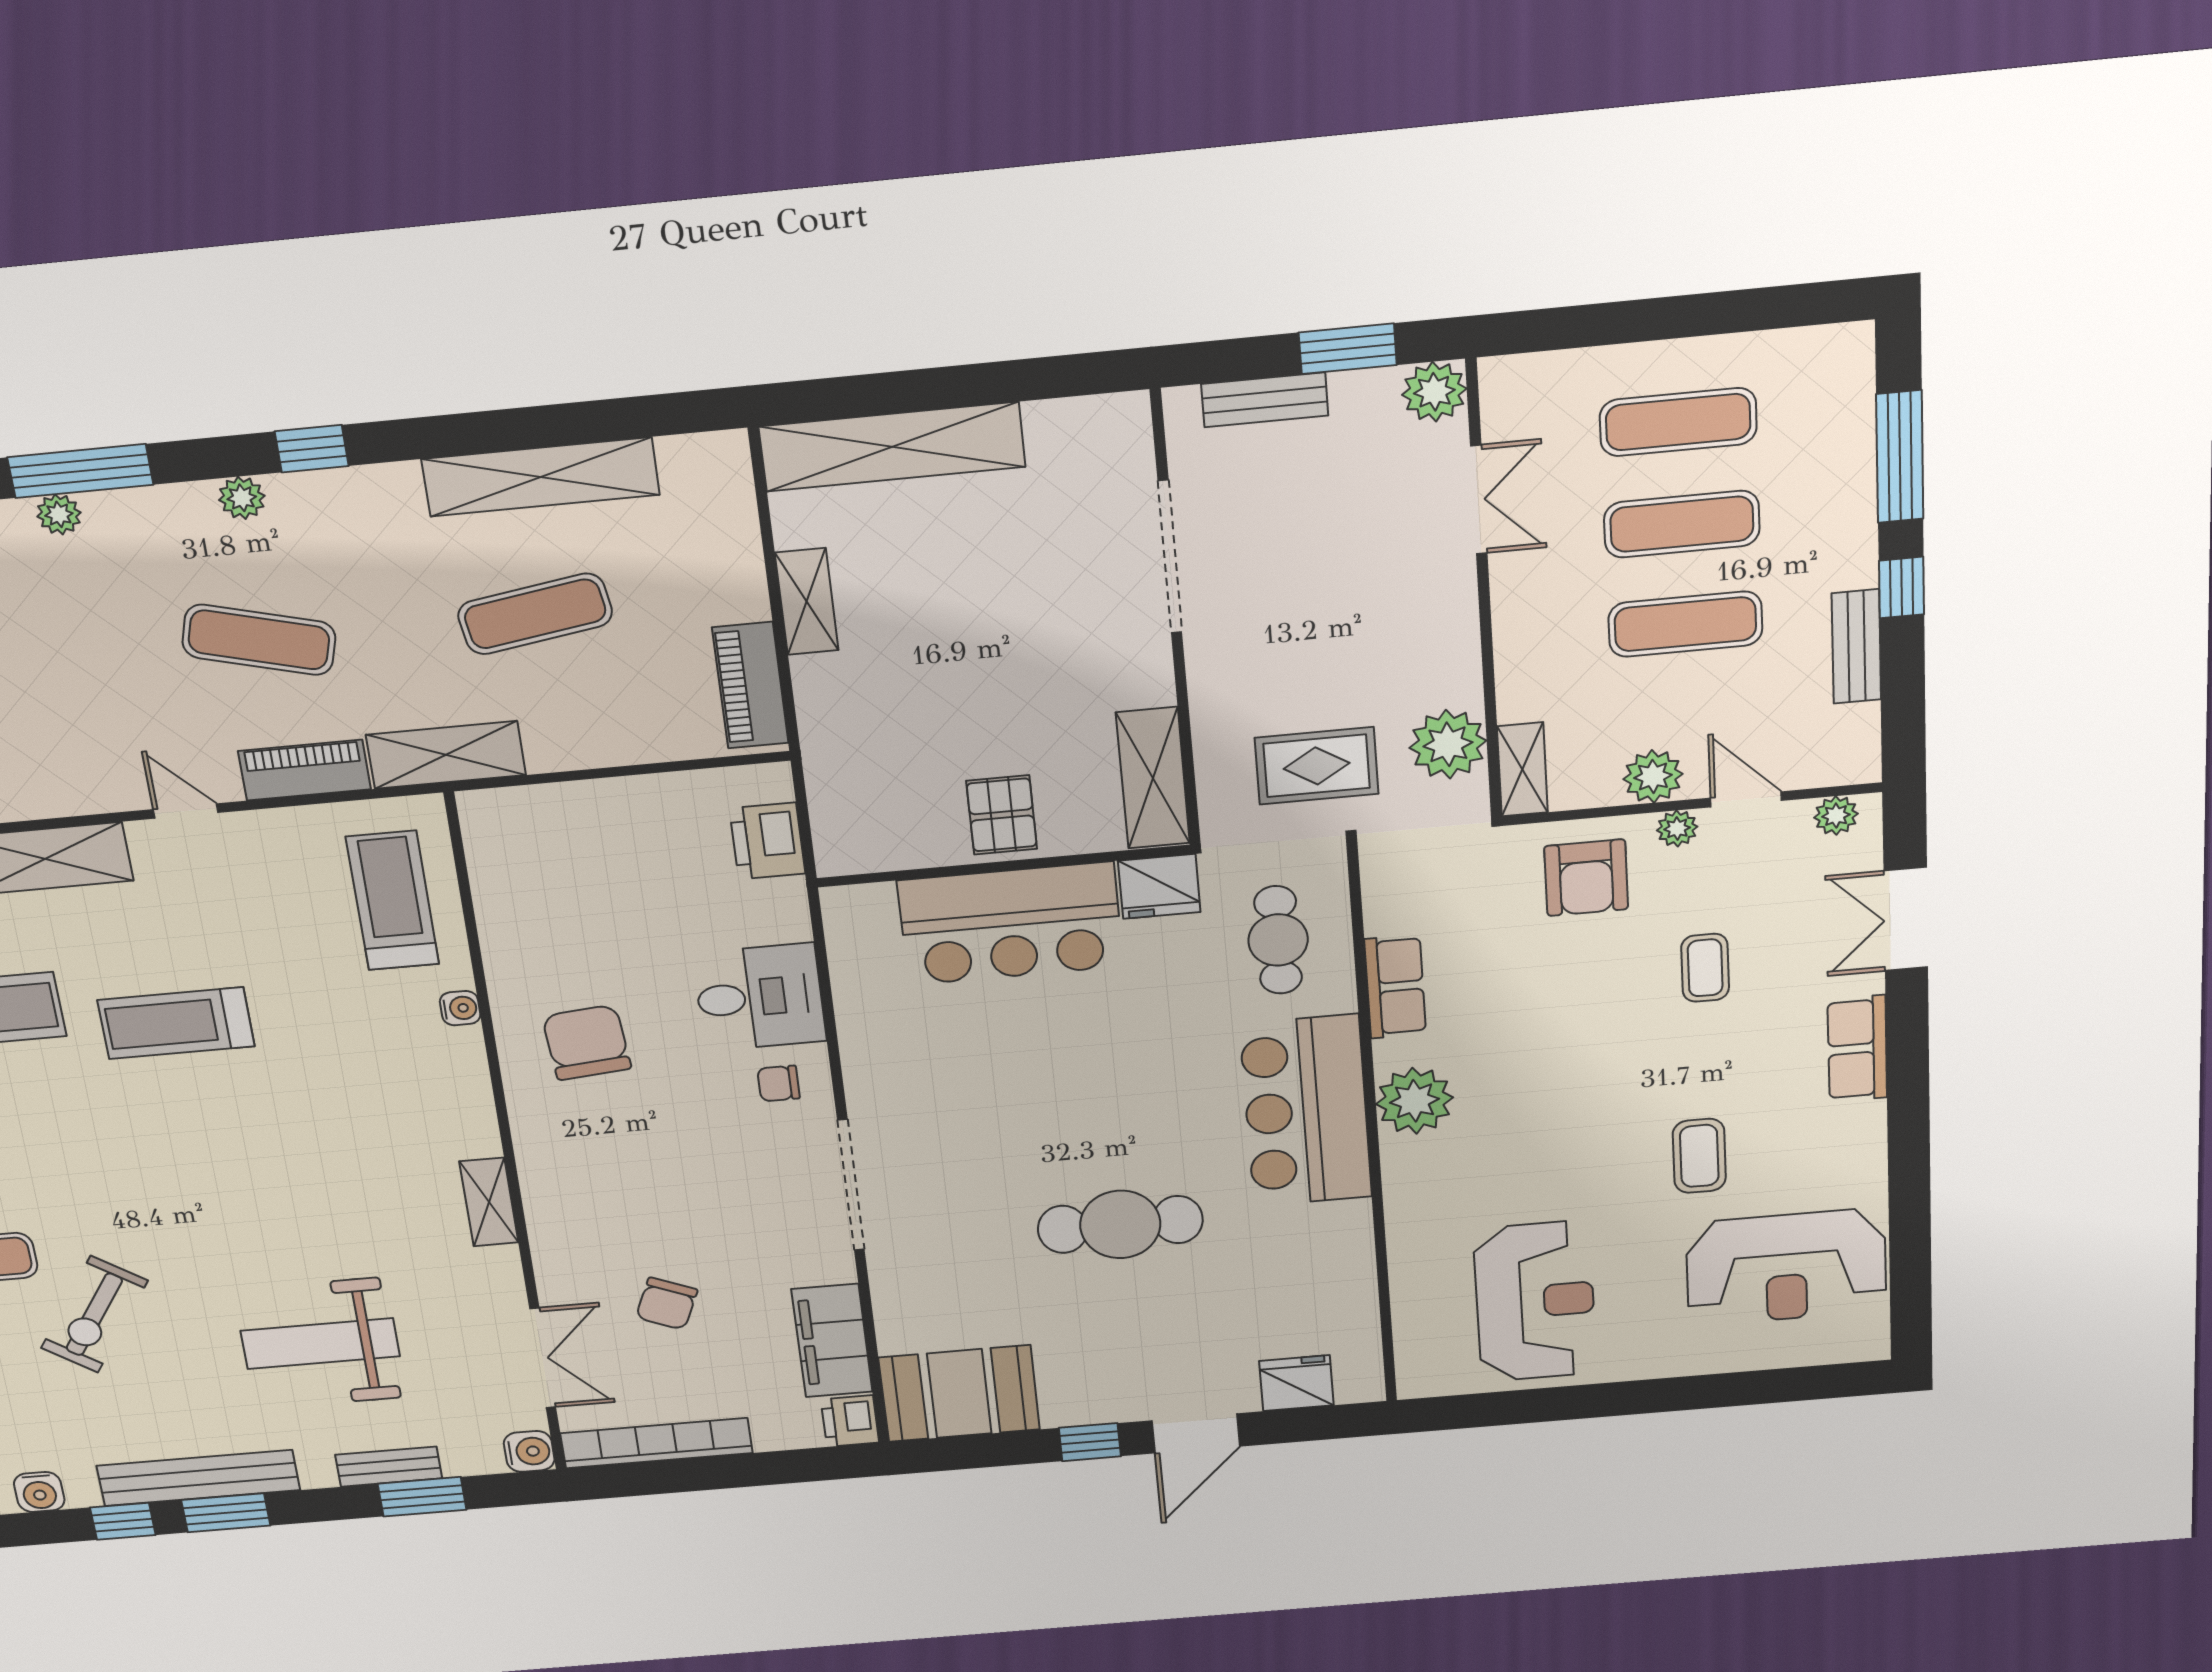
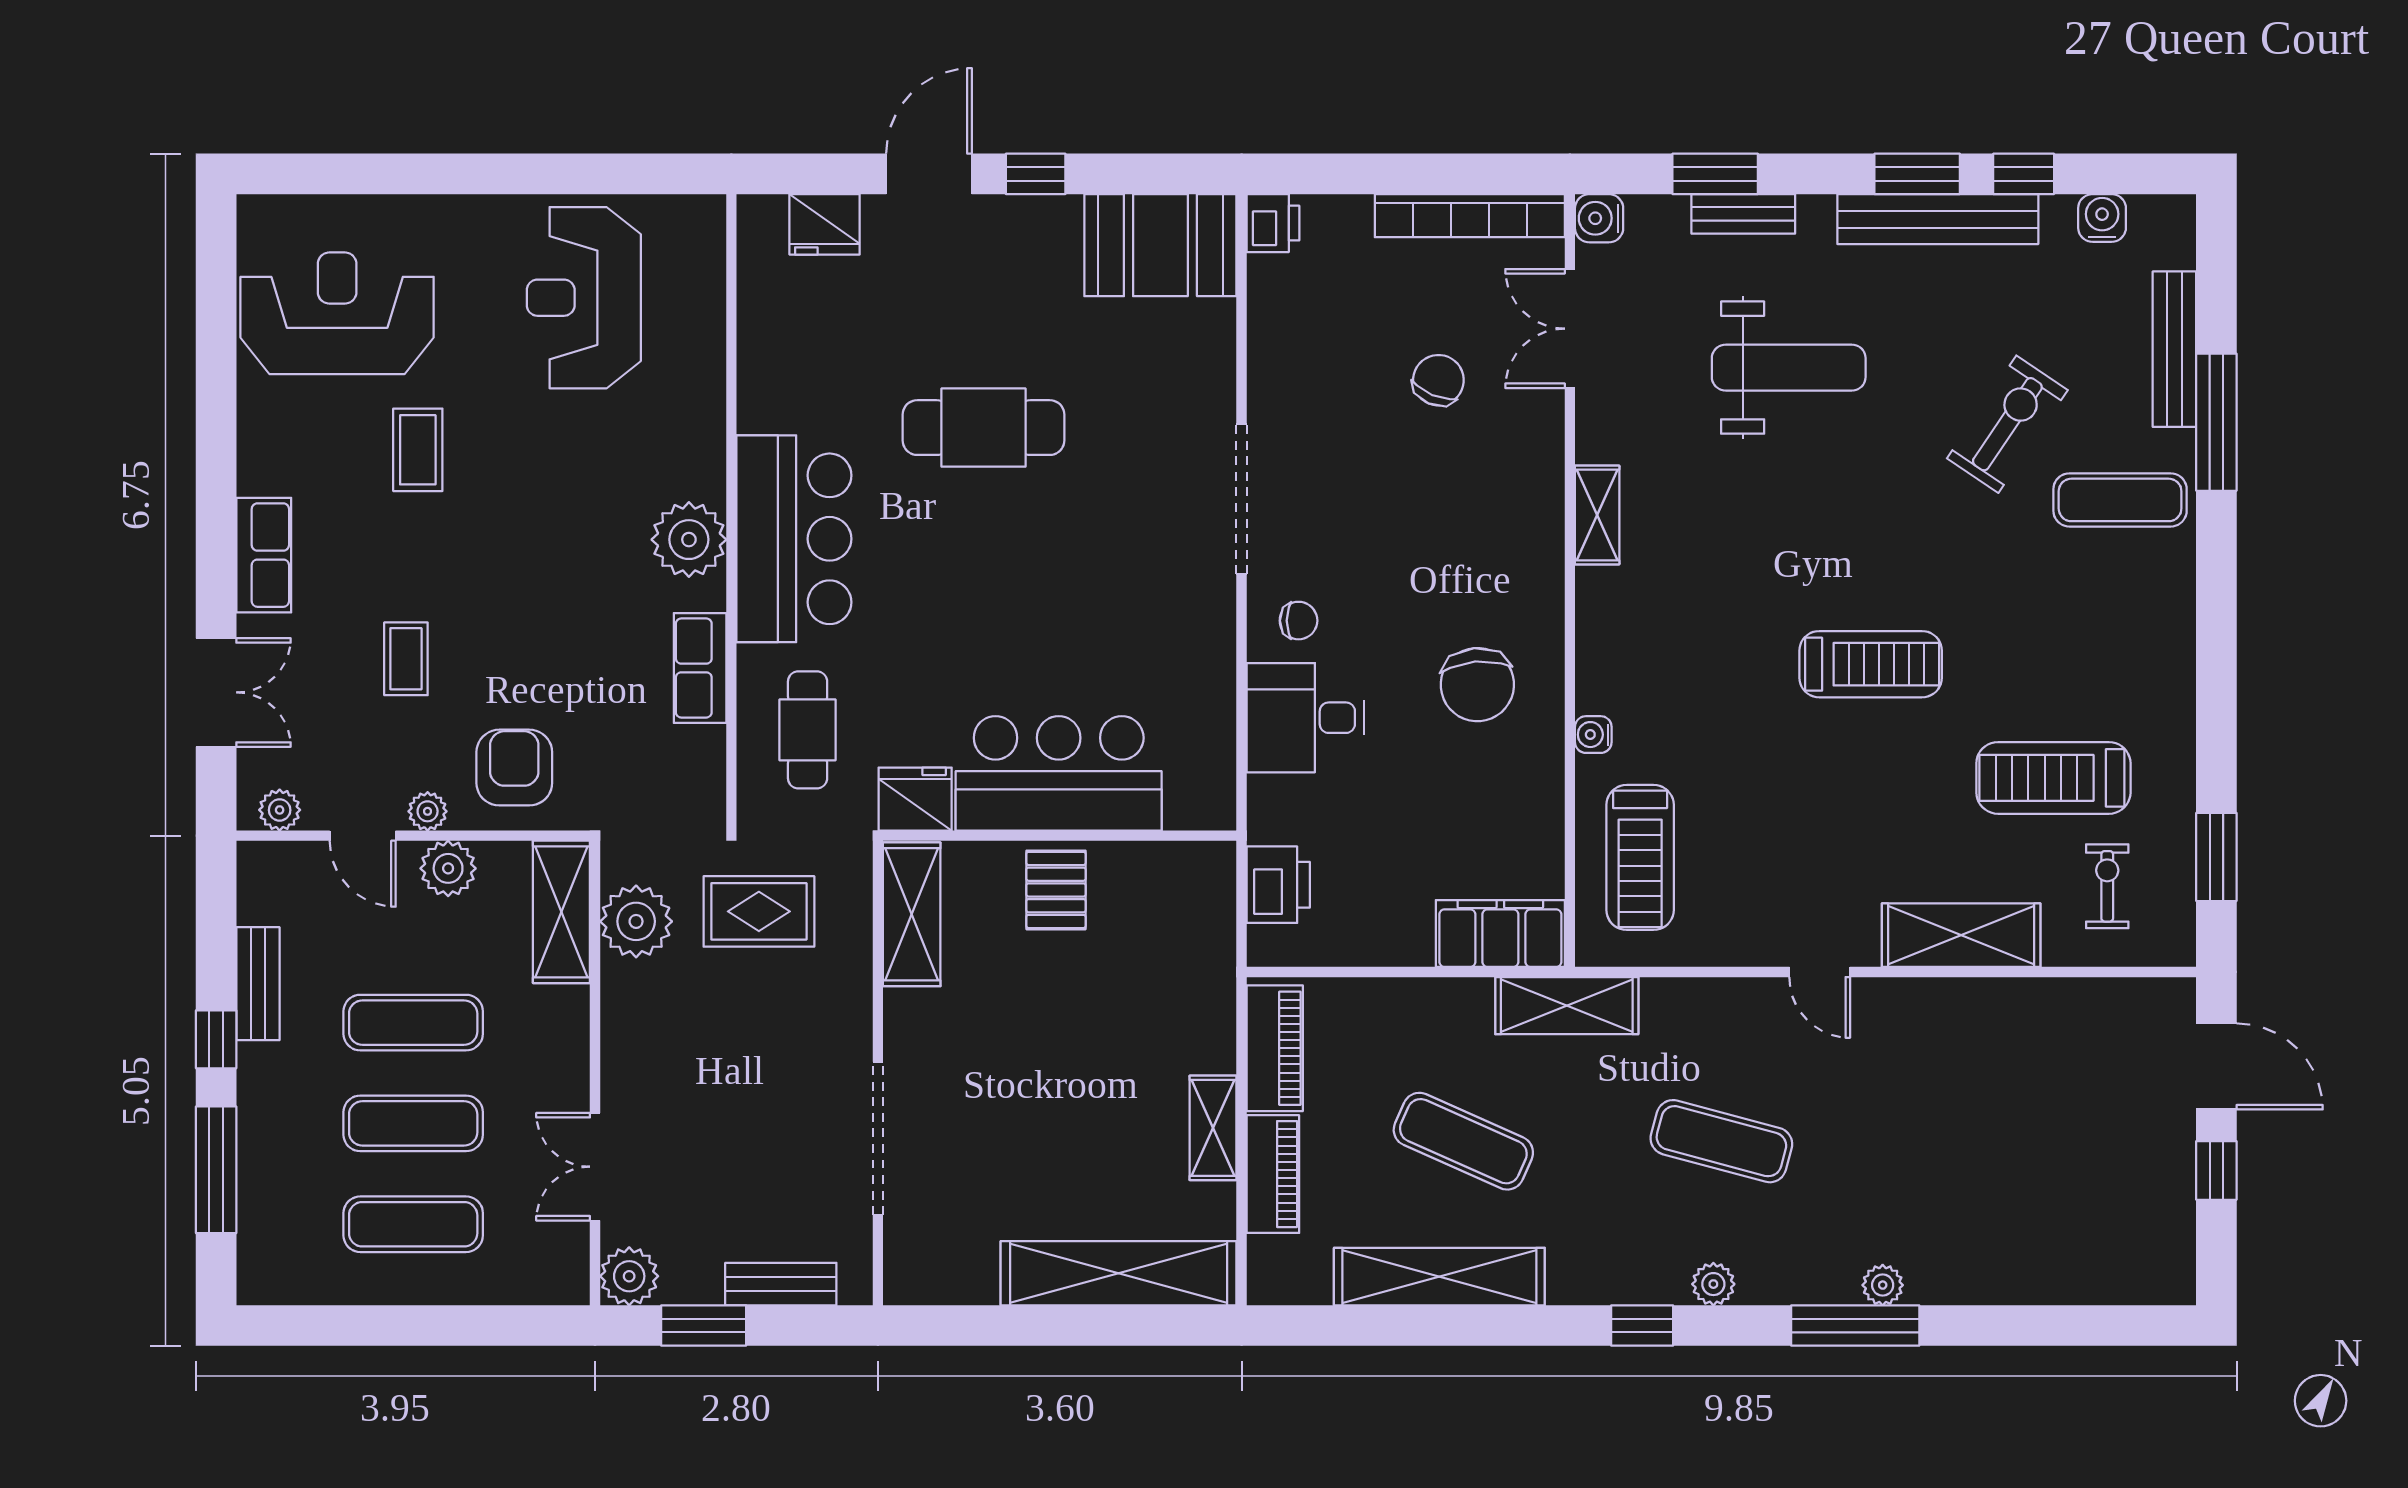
exercise mat: (535, 614) -> (1463, 1141), turned 33
shelving: (1522, 769) -> (561, 912), width x1.50, depth x1.33
piano: (304, 770) -> (1273, 1174), moved, turned -90
treadmill: (176, 1023) -> (1871, 664), moved
filing cabinet: (832, 1341) -> (1500, 933), moved, turned -90

